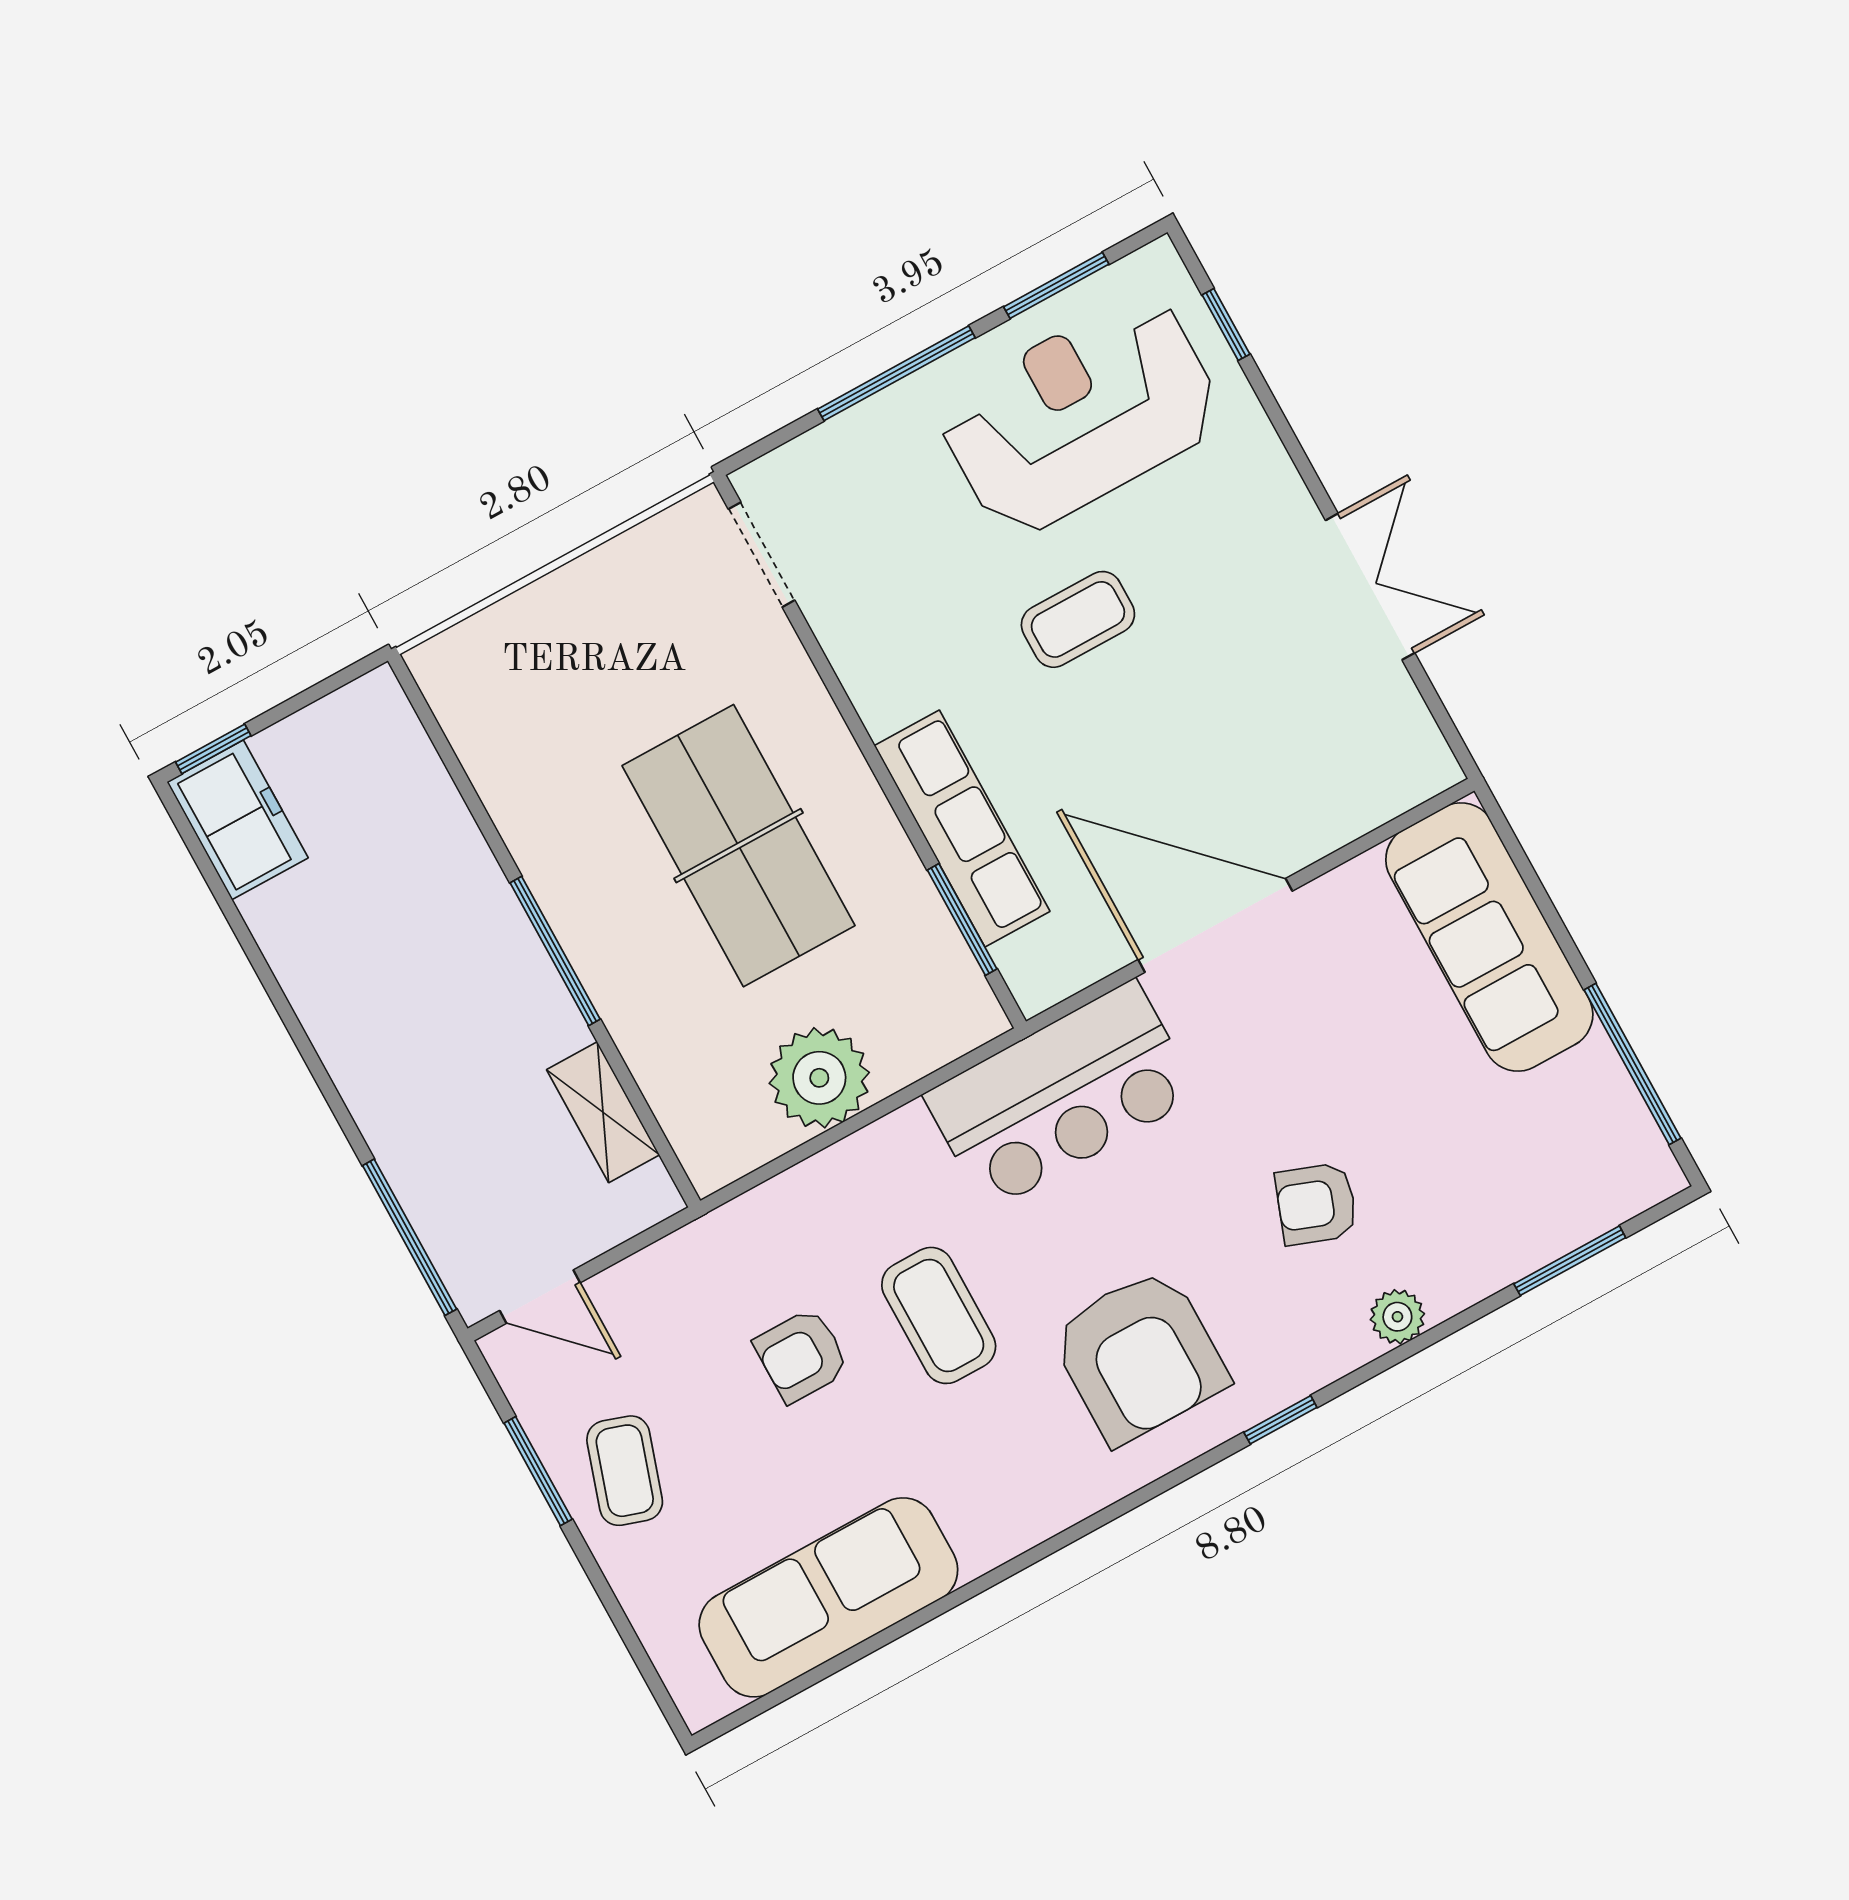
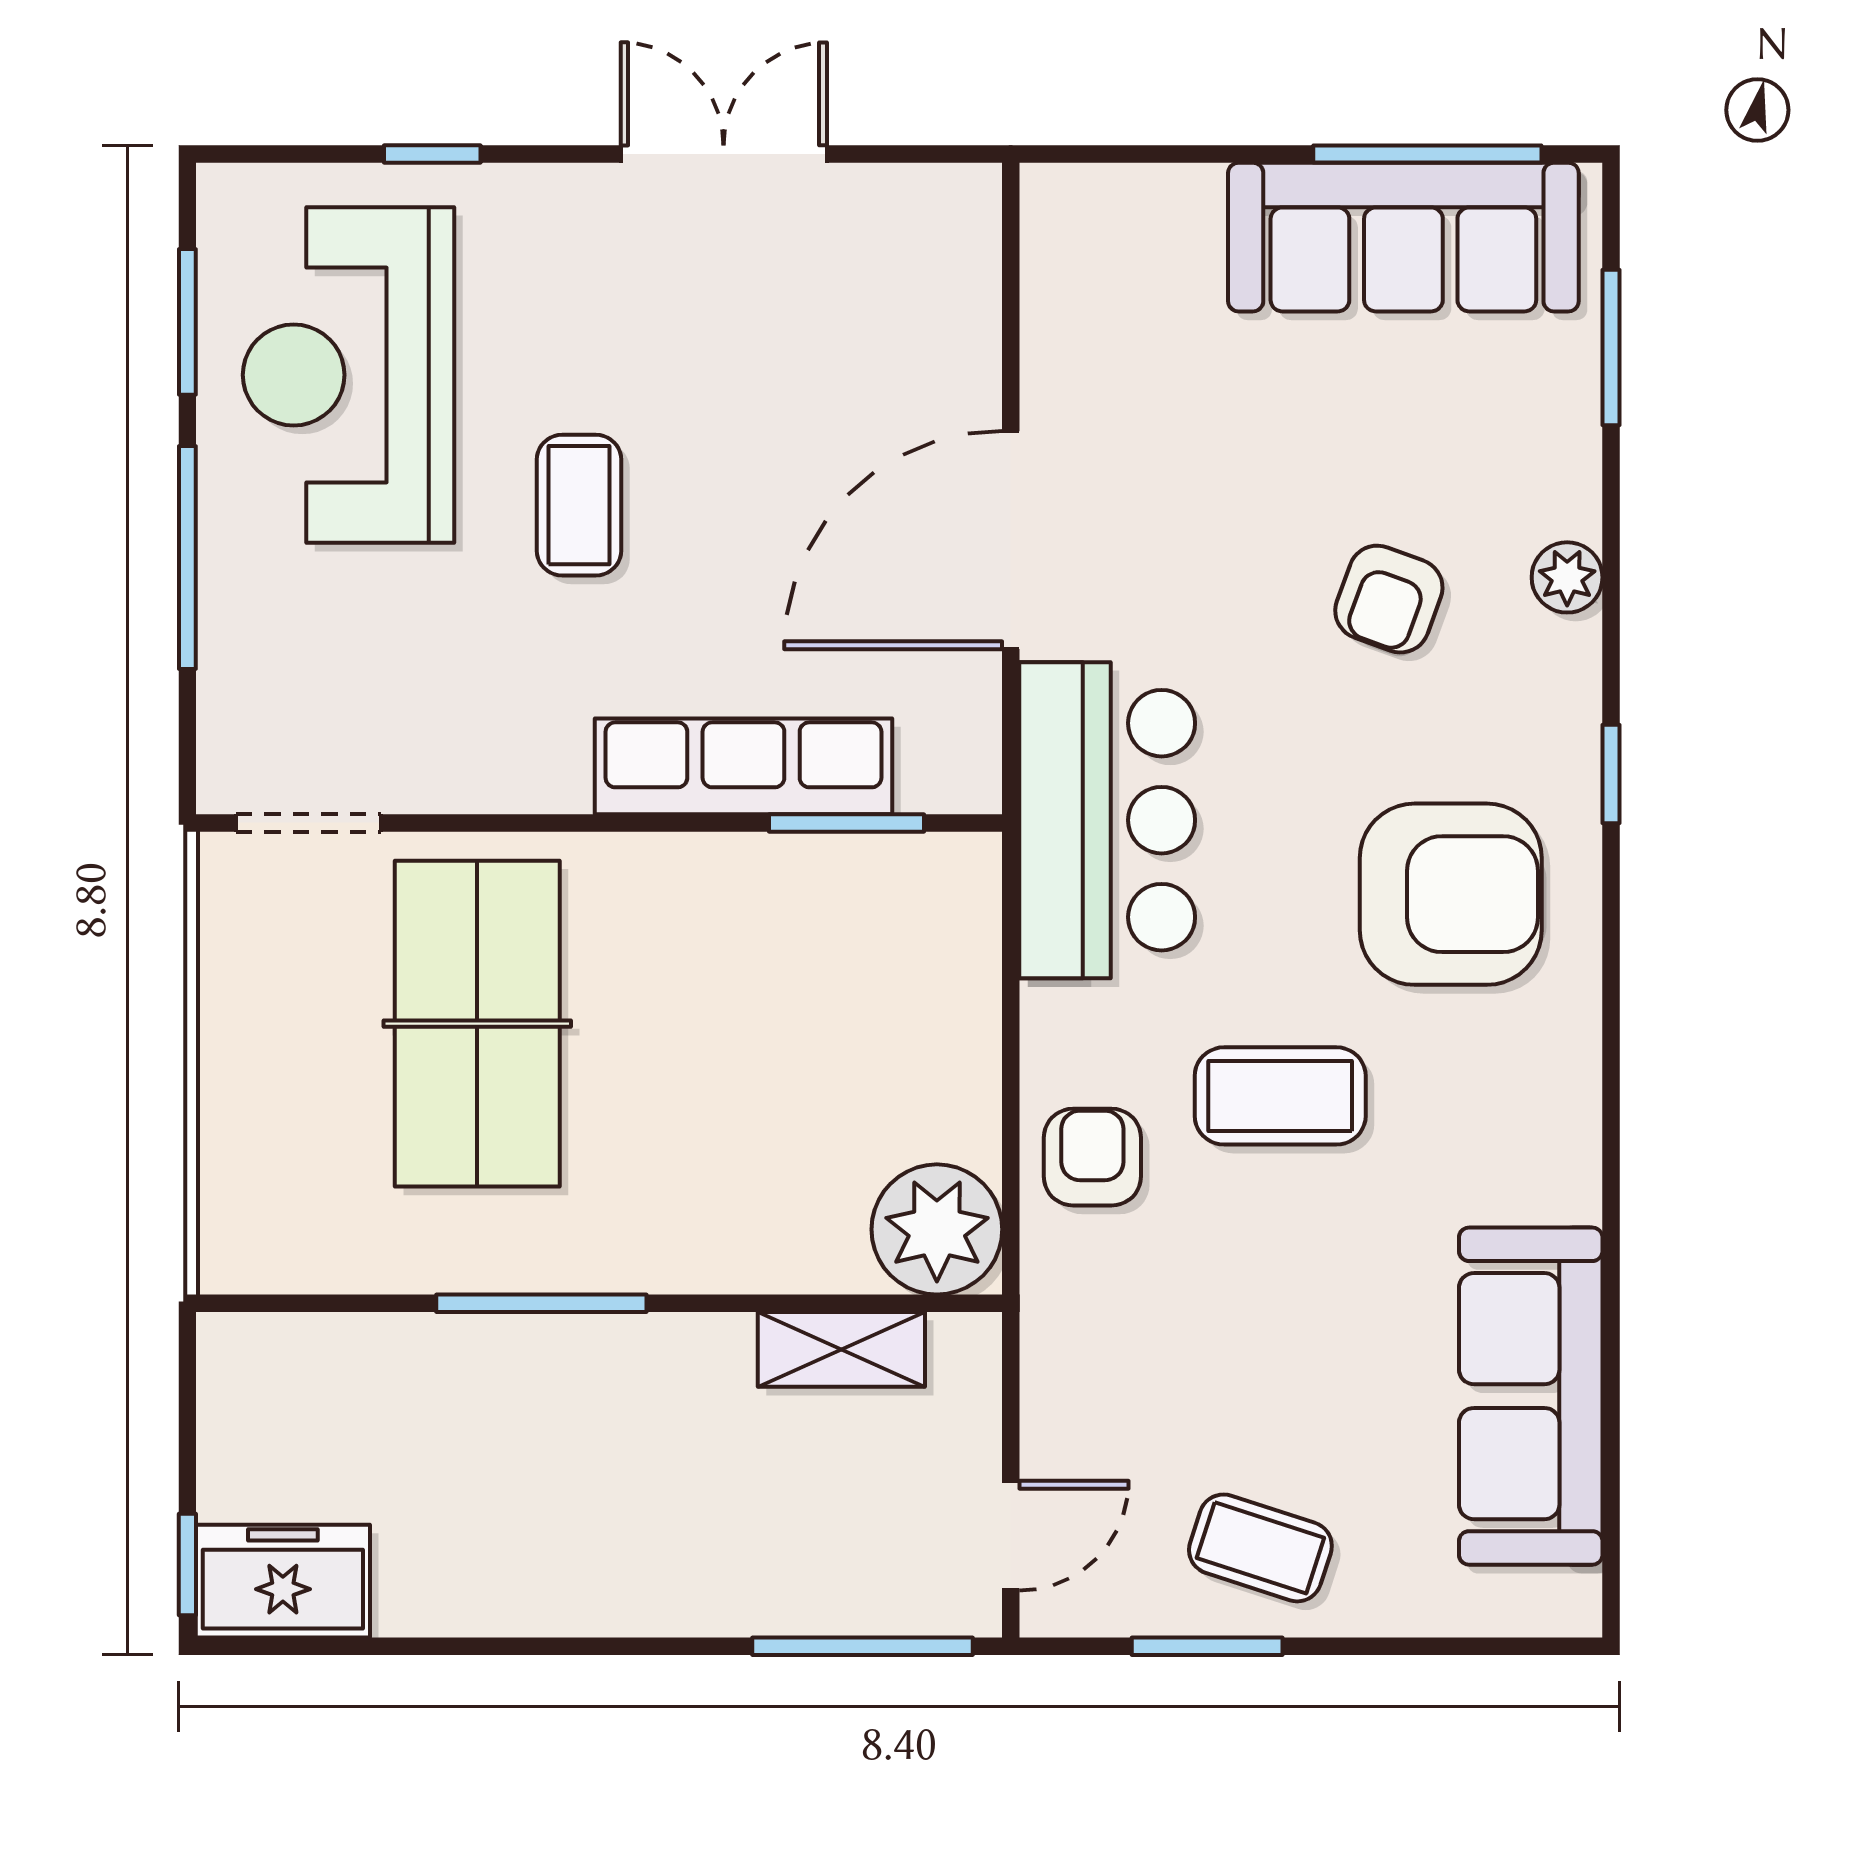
window: (1226, 325) -> (432, 154), moved
table tennis table: (738, 846) -> (477, 1024), moved, turned 90
sofa: (1489, 937) -> (1403, 237), moved
window: (555, 951) -> (541, 1303), moved
plant: (819, 1078) -> (937, 1229), moved
armchair: (802, 1355) -> (1092, 1157), moved, turned 180

